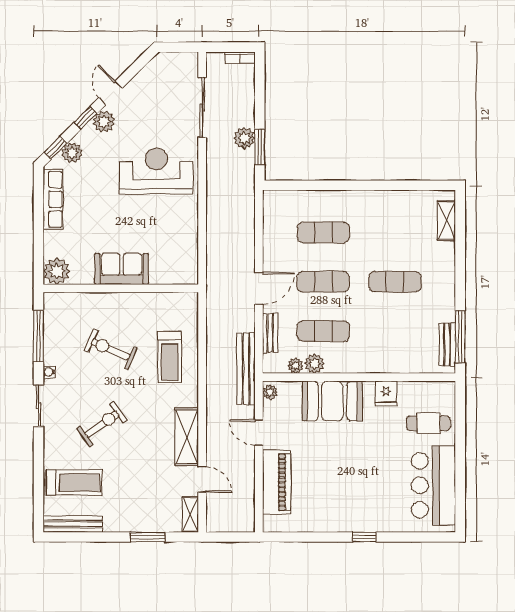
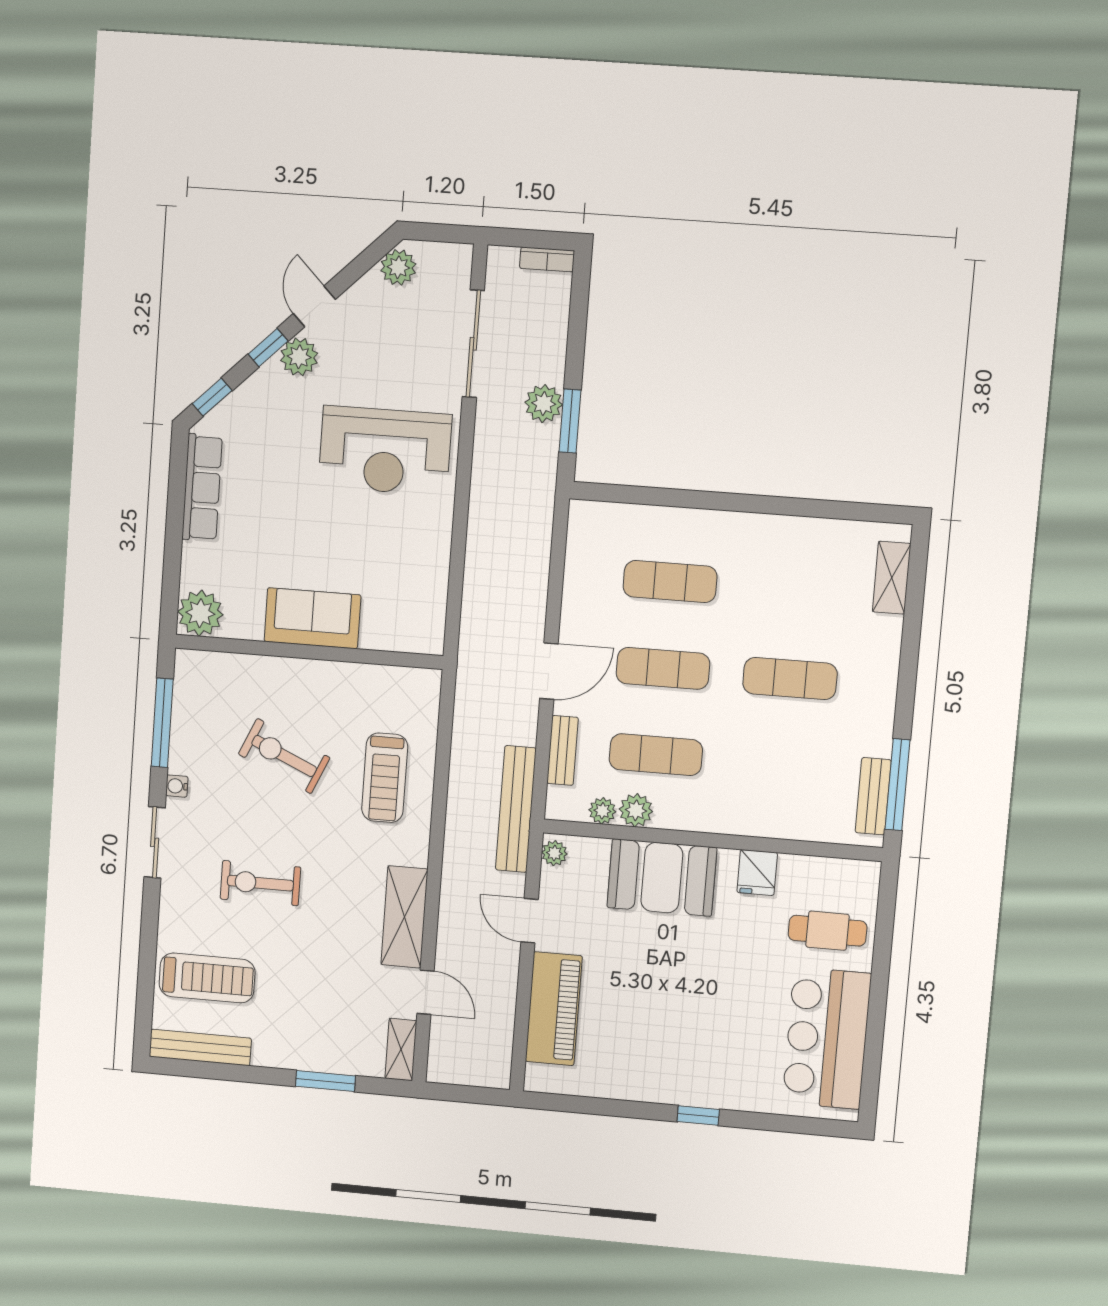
plant: (72, 153) -> (398, 267), moved
reception desk: (156, 171) -> (385, 451), turned 180
exercise bike: (102, 424) -> (260, 883), turned -144

